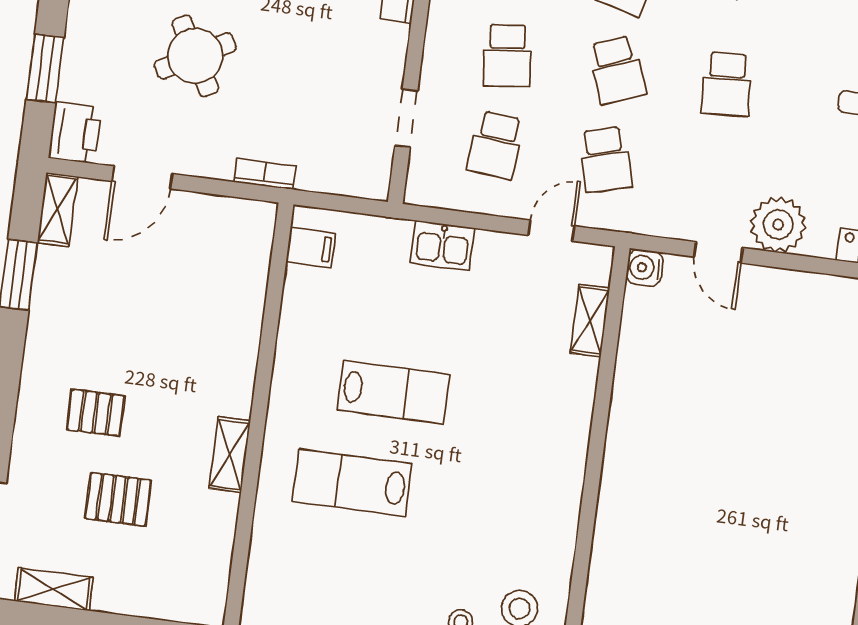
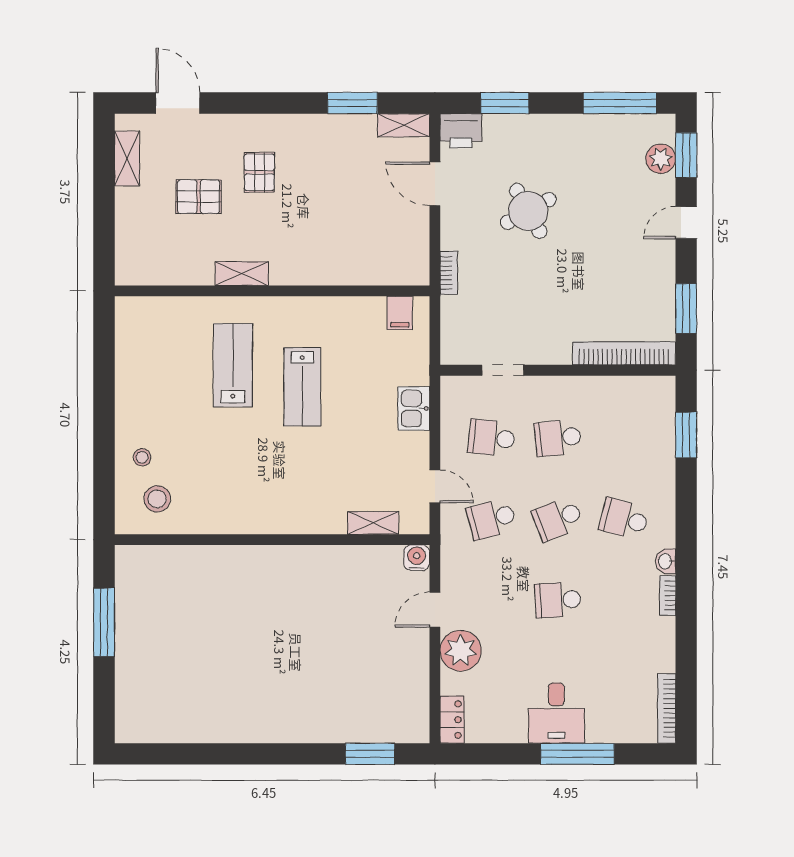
pallet: (118, 499) -> (199, 197), turned 90

